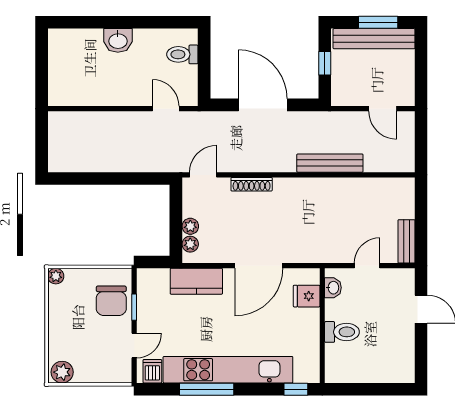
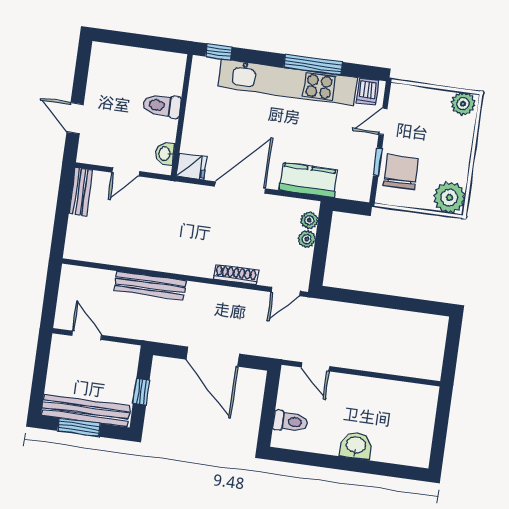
plant: (56, 276) -> (450, 198), width x1.87, depth x1.87
fridge: (307, 296) -> (192, 166), moved

